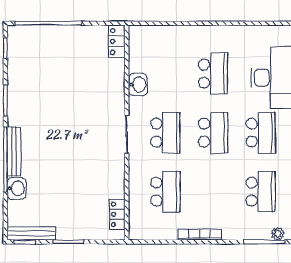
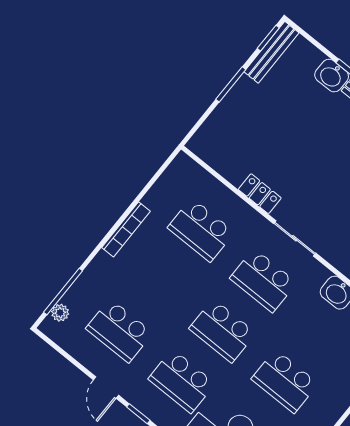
locker: (117, 214) -> (260, 194), moved

